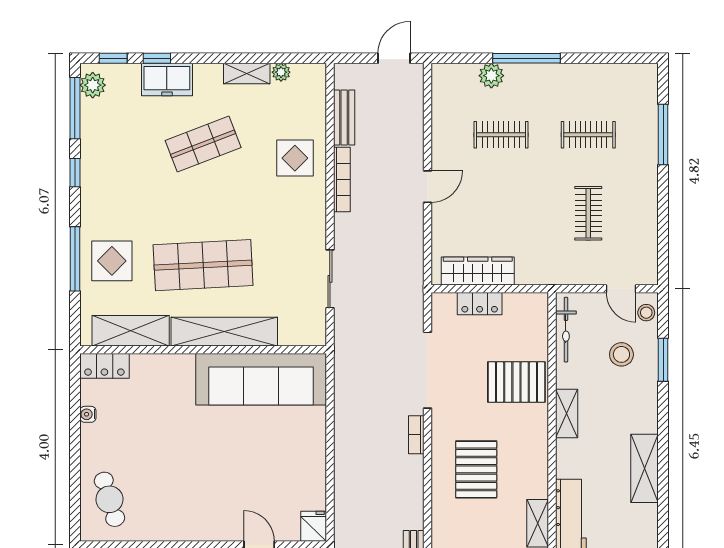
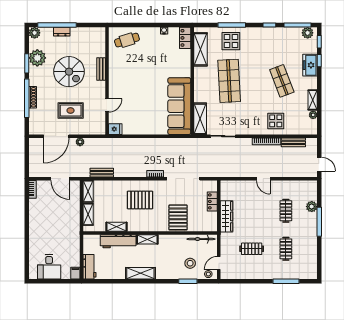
wardrobe: (478, 271) -> (226, 216), moved
shelving: (224, 332) -> (200, 119), moved, width x0.68
shelving: (567, 413) -> (147, 239), moved

